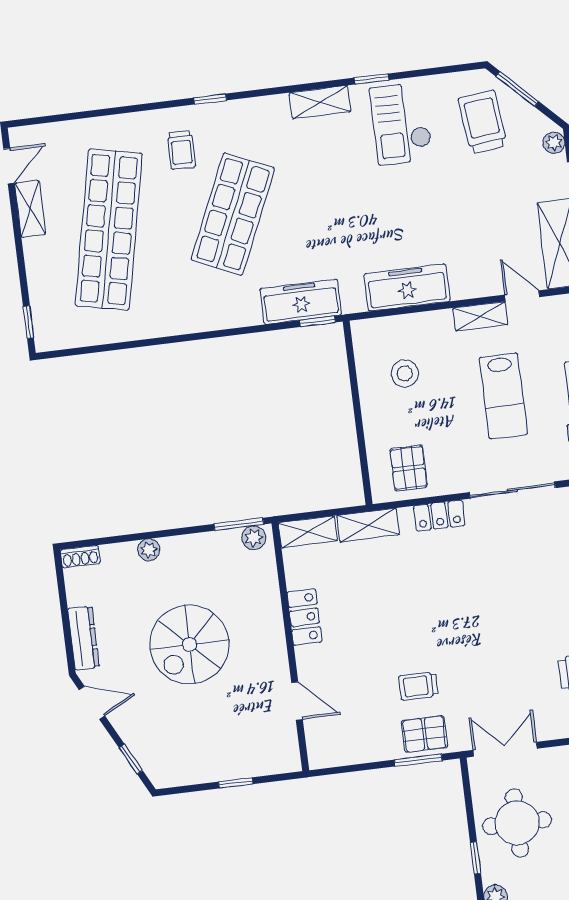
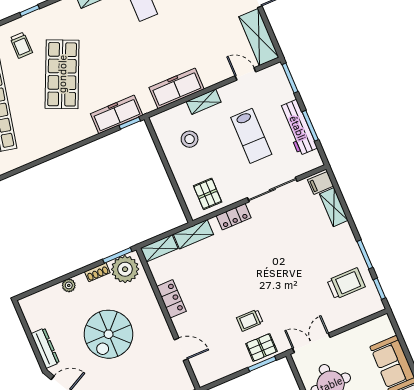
shelving: (480, 316) -> (204, 102), moved
plant: (254, 538) -> (125, 269), width x1.88, depth x1.88
shoe rack: (80, 557) -> (97, 272), moved

